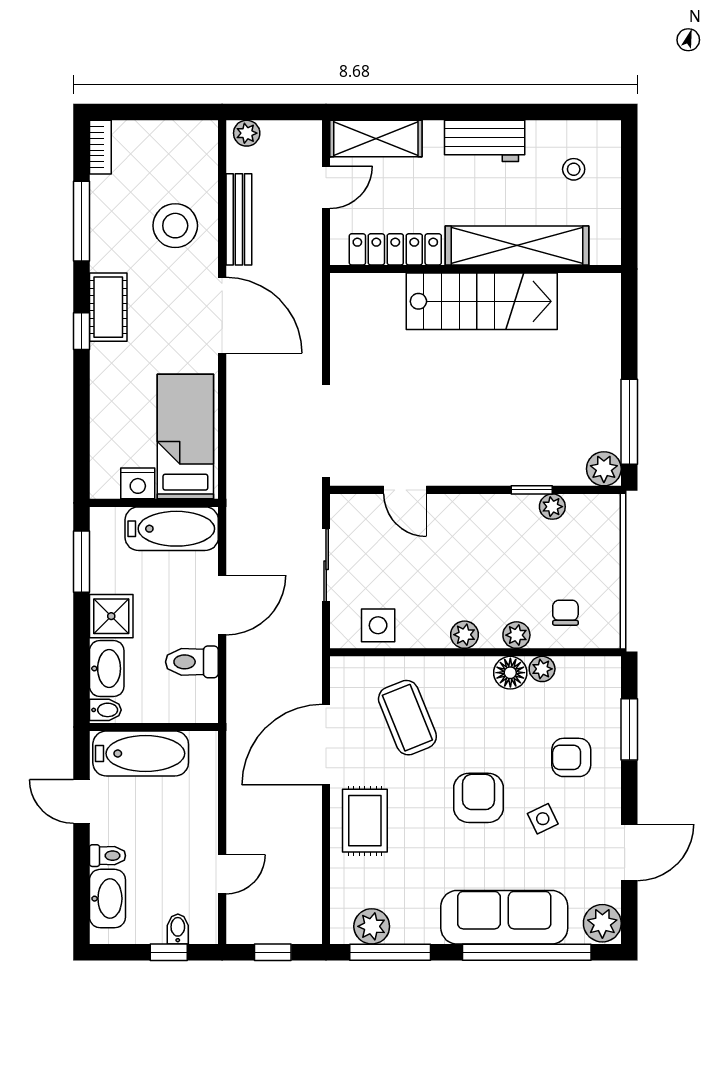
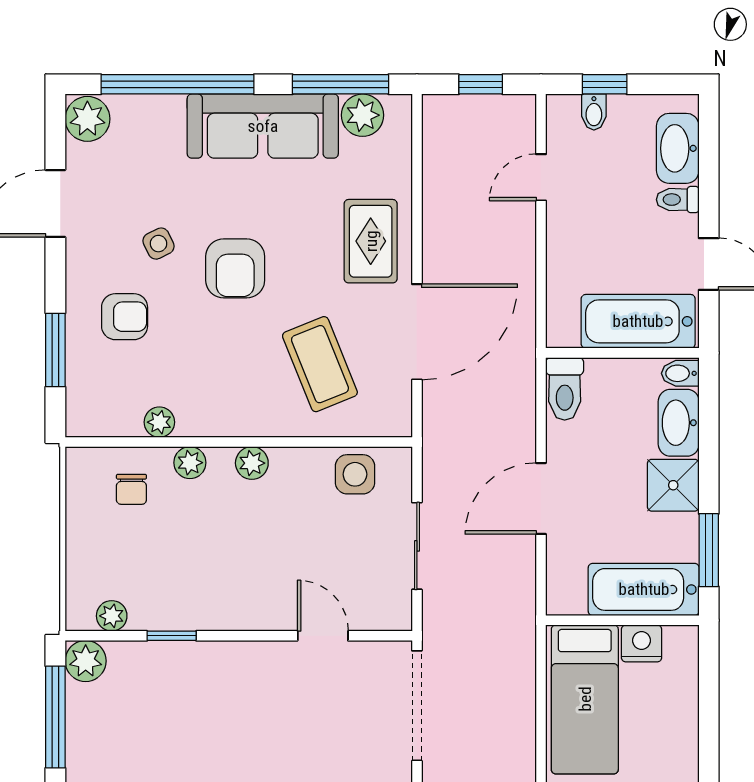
plant: (552, 507) -> (112, 616), moved
bathtub: (172, 529) -> (644, 589), moved
toilet: (192, 662) -> (565, 389), moved, turned 90
floor lamp: (510, 673) -> (197, 418), removed
sofa: (504, 917) -> (263, 126), moved

